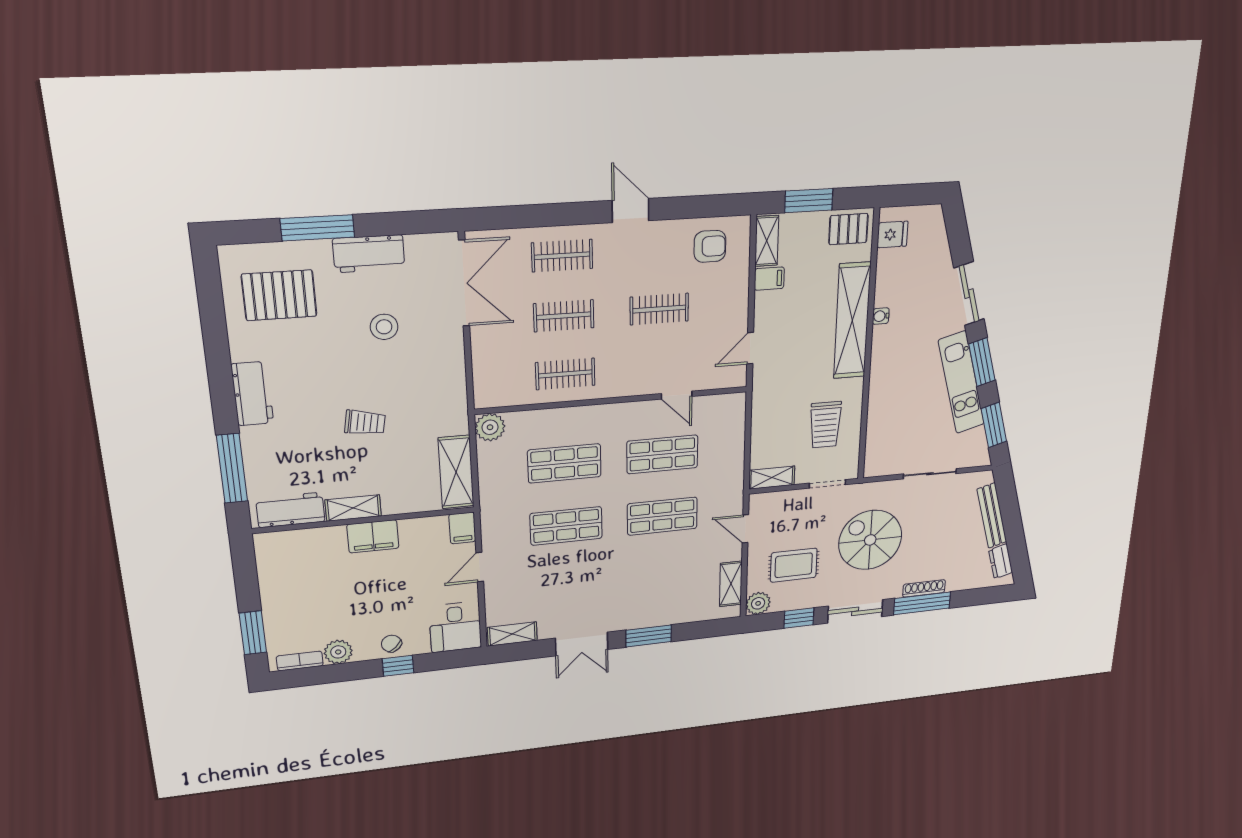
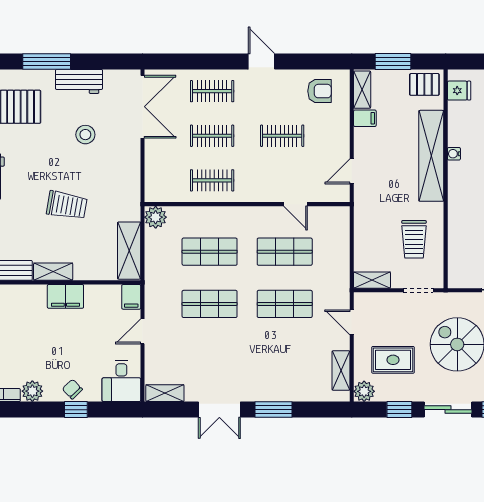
trolley: (365, 423) -> (67, 205), width x1.36, depth x1.39

